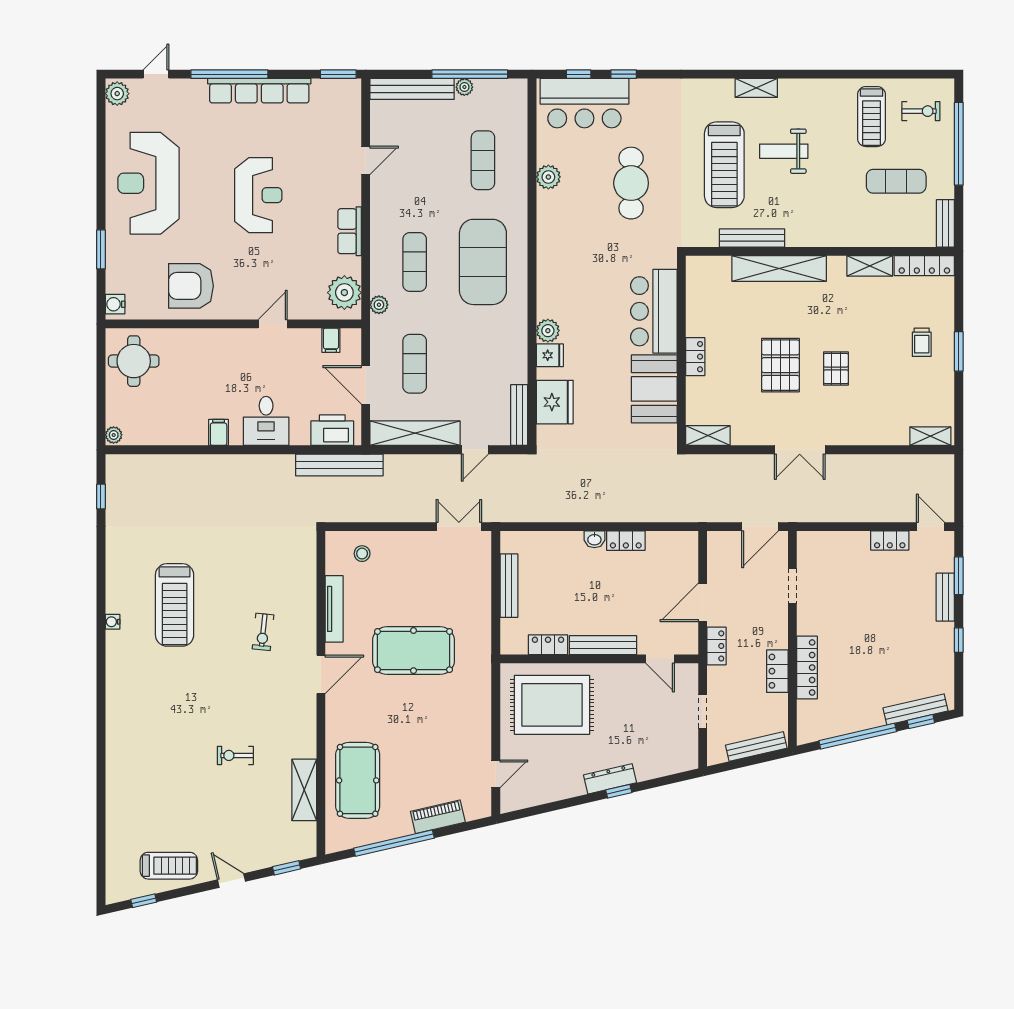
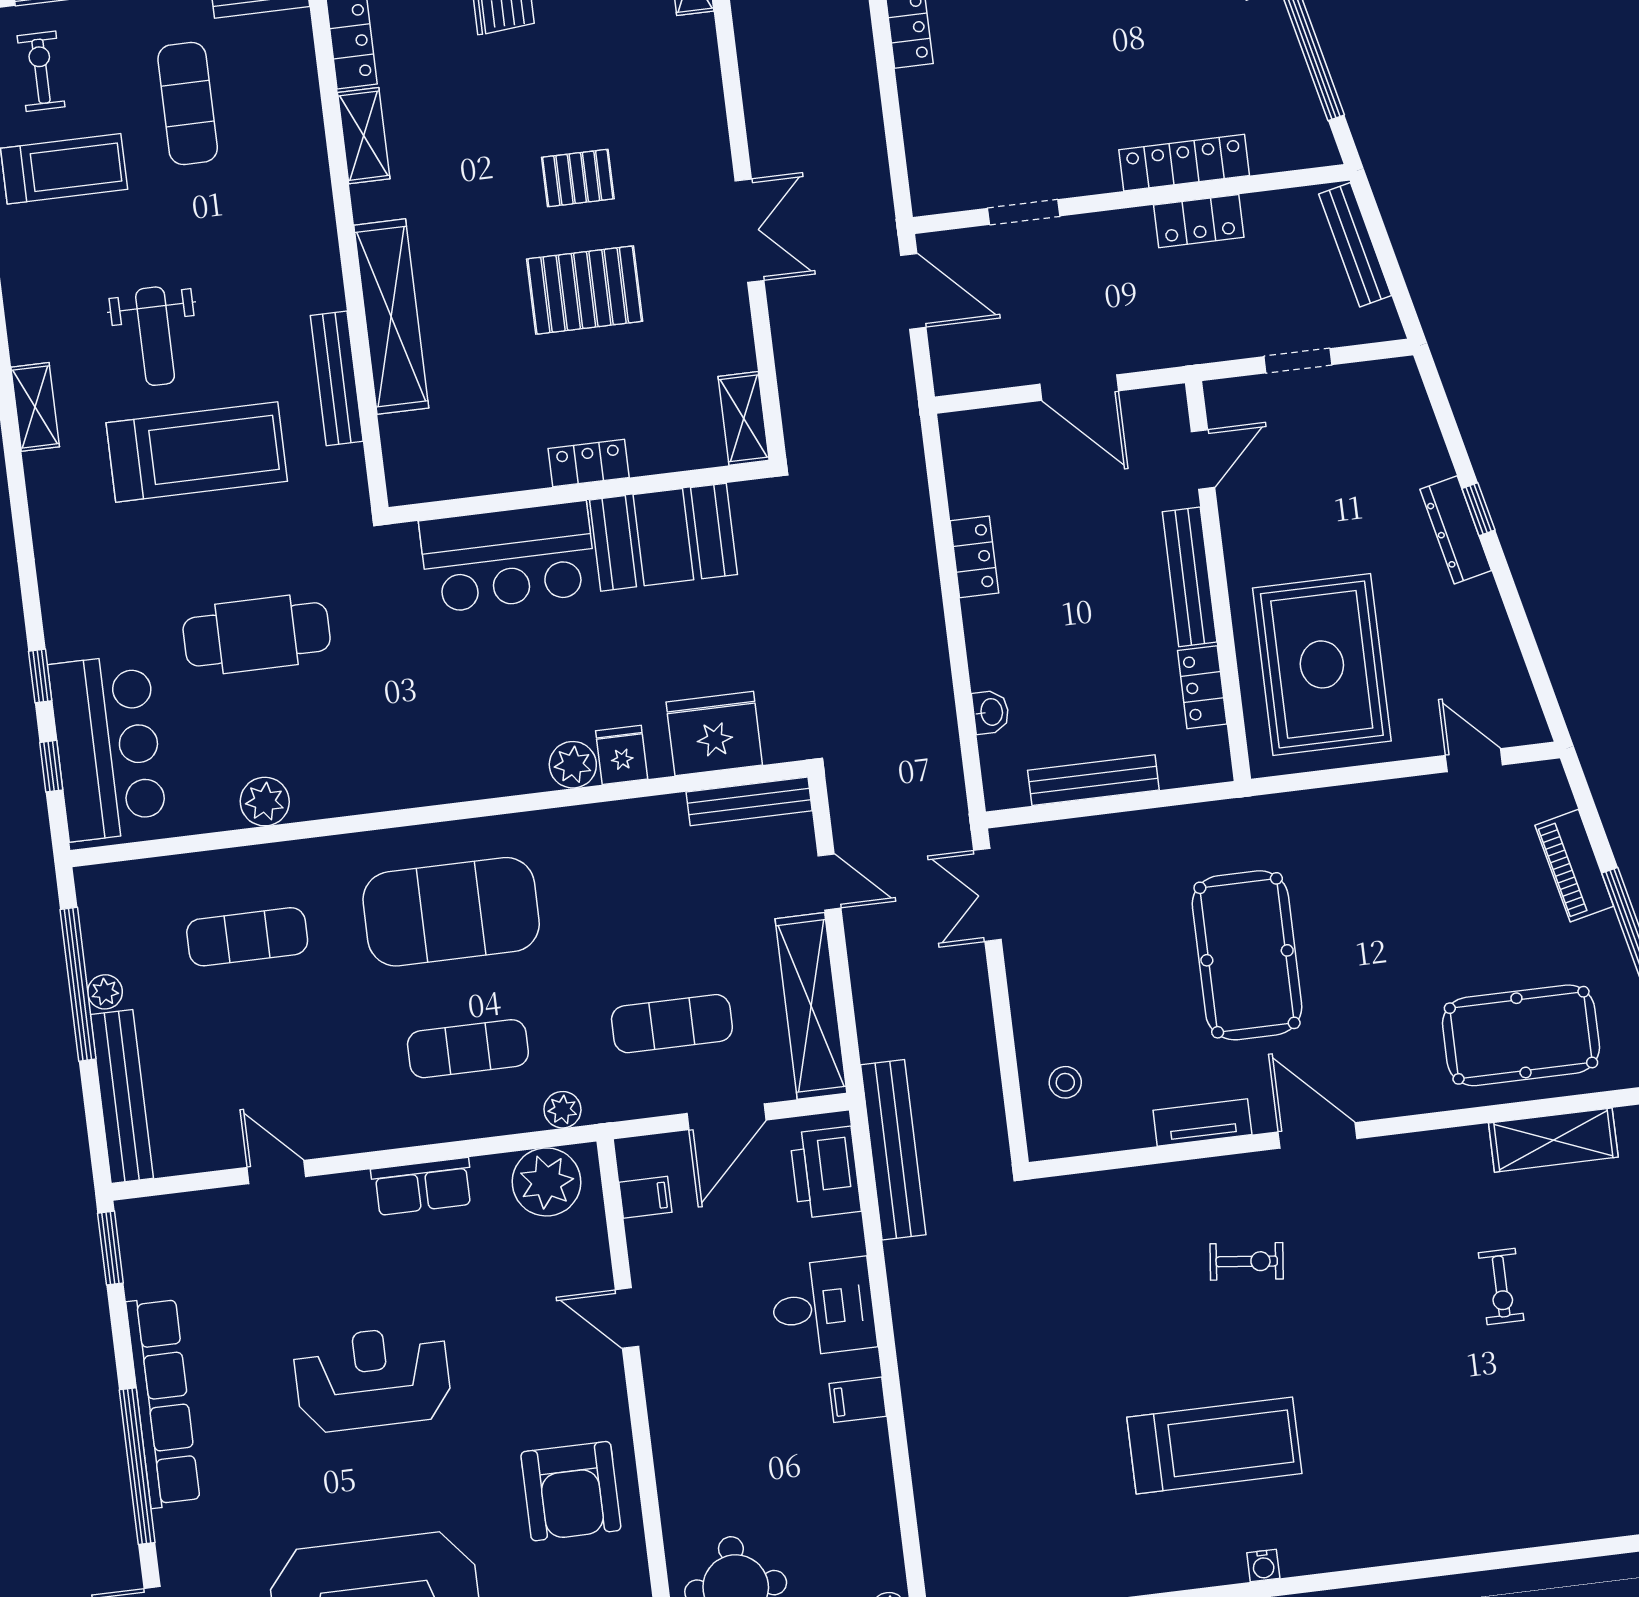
washbasin: (594, 539) -> (991, 712), moved
tv unit: (334, 609) -> (1202, 1122), width x0.71
locker: (717, 646) -> (1163, 349), removed

